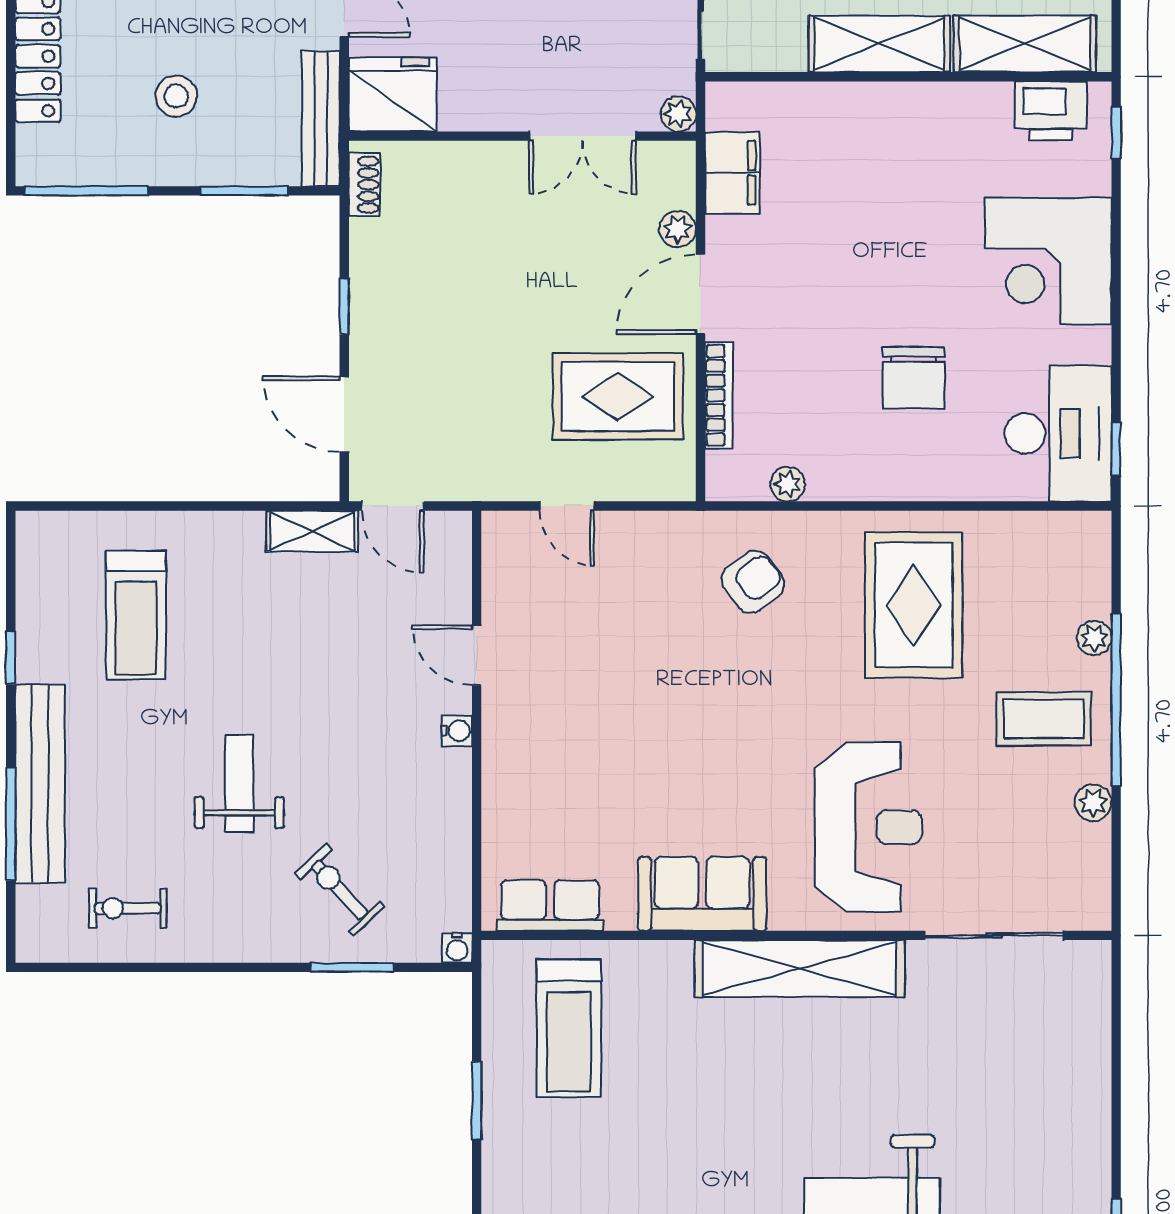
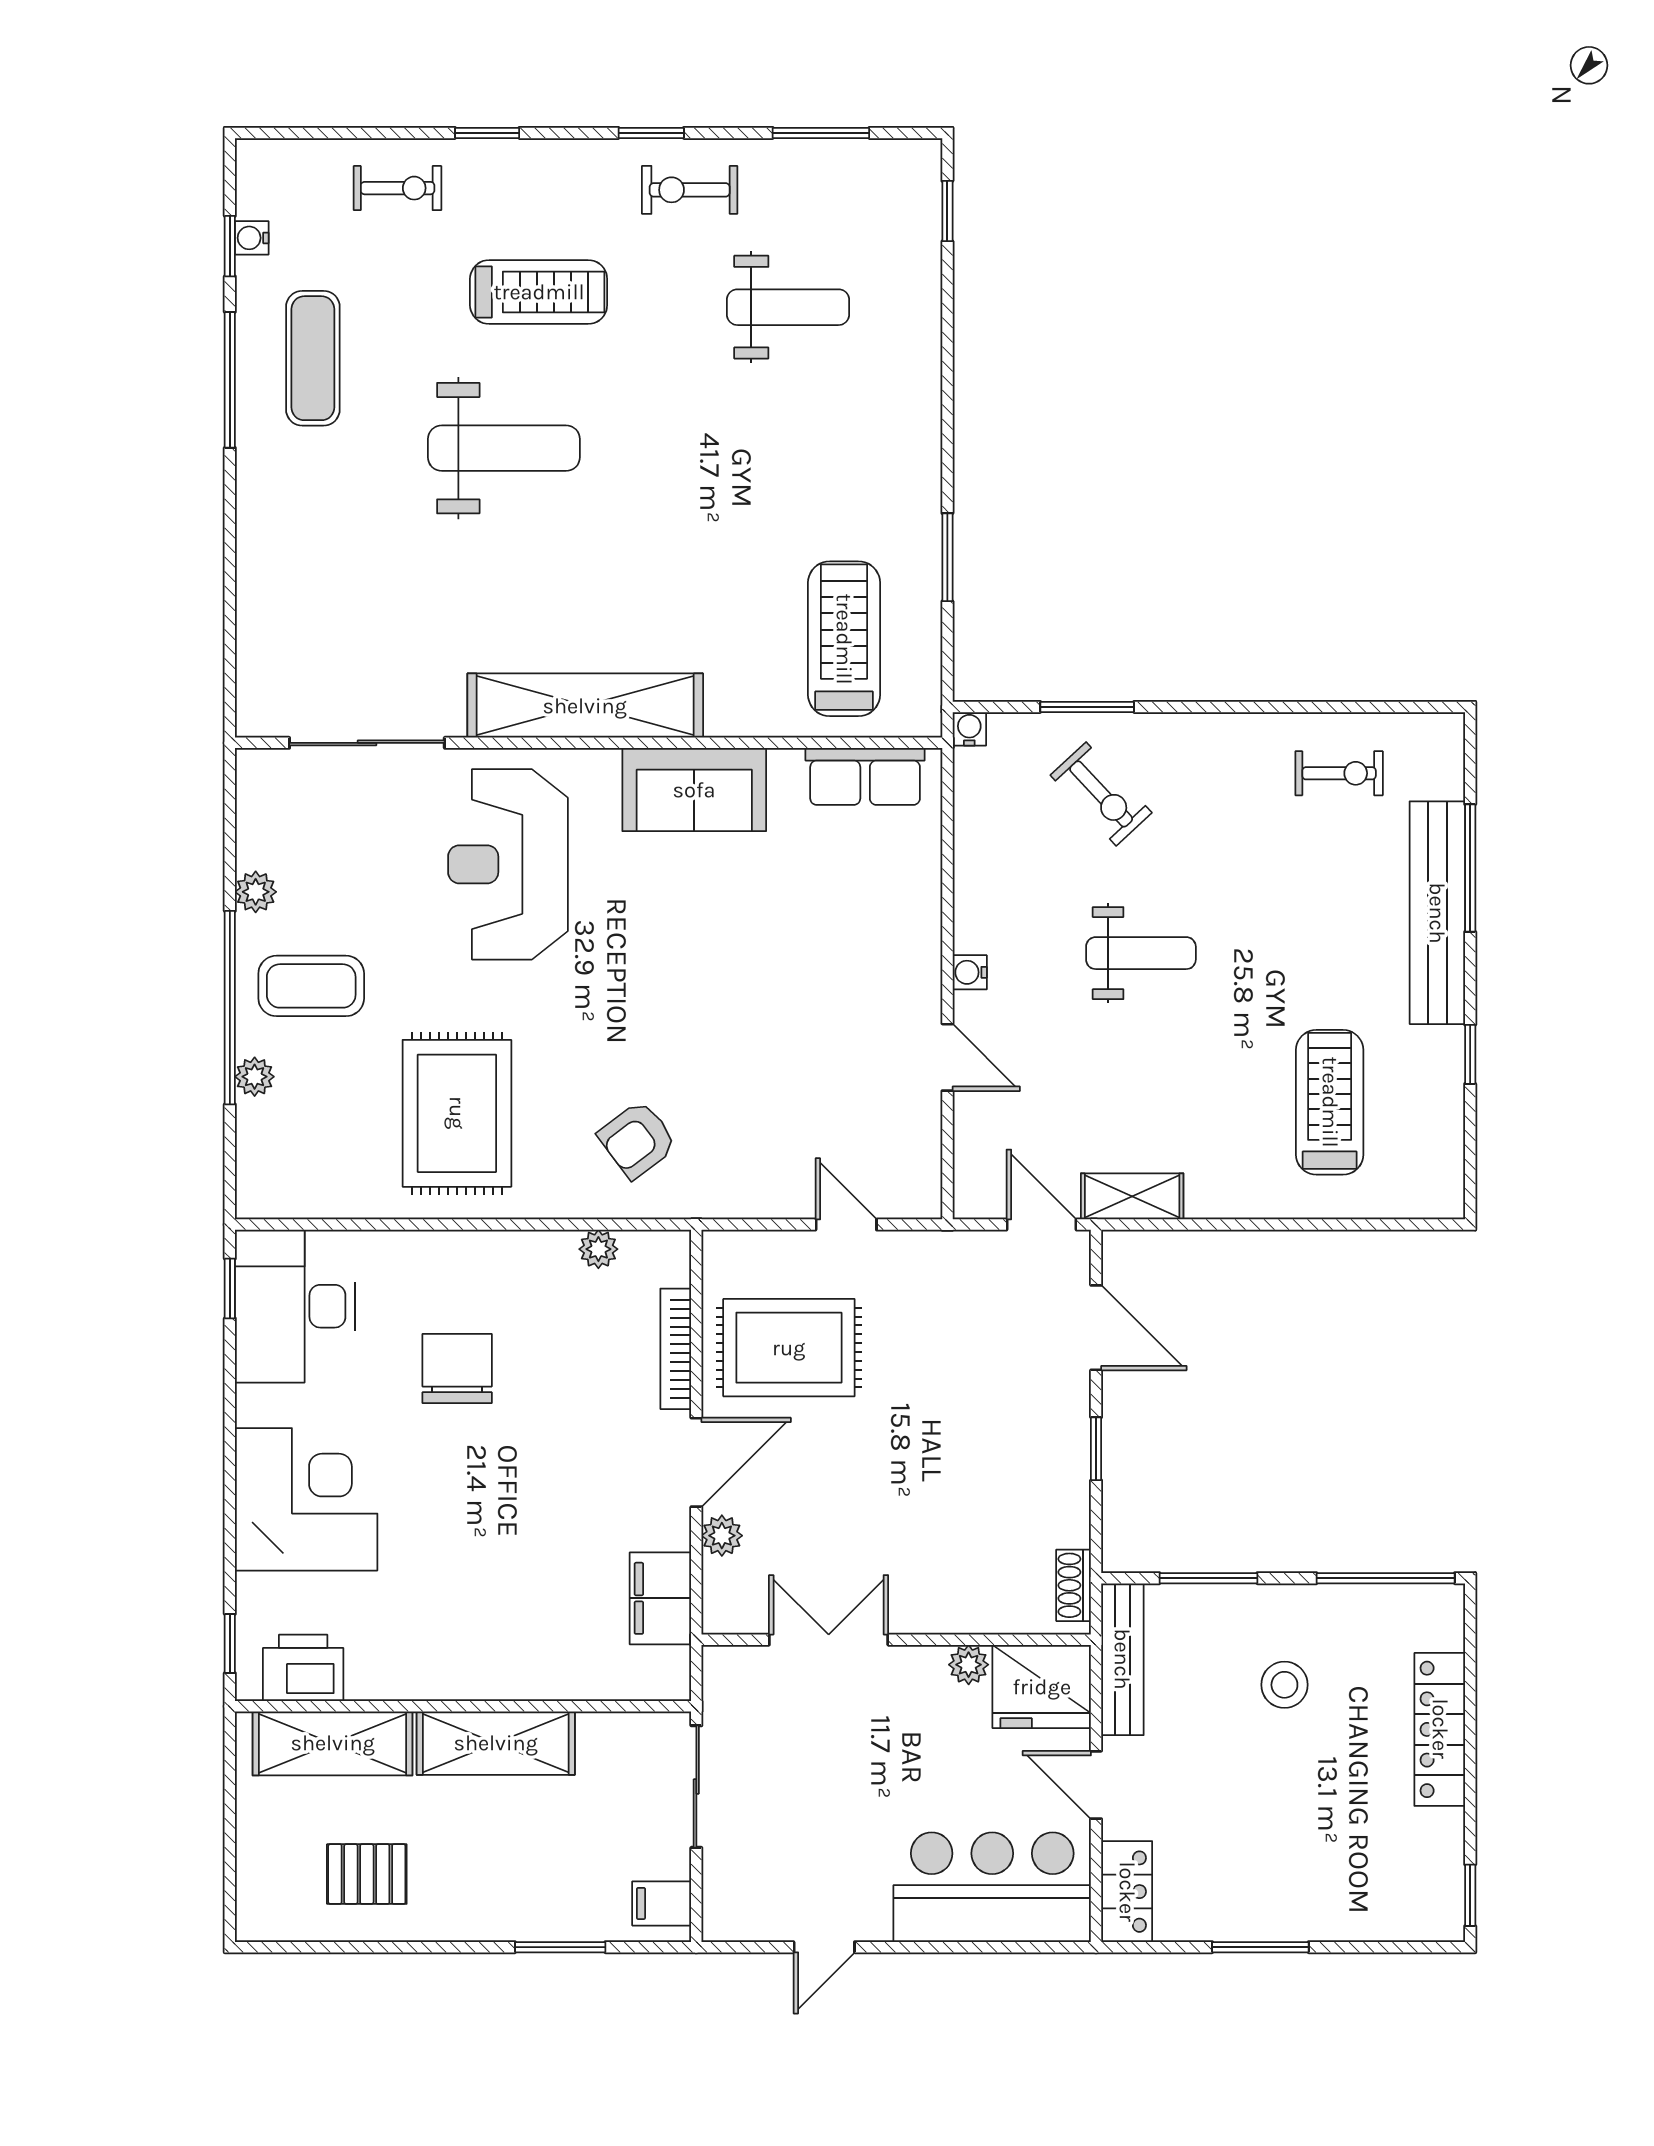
plant: (678, 114) -> (969, 1665), moved
weight bench: (239, 783) -> (1141, 953), moved, turned -90

